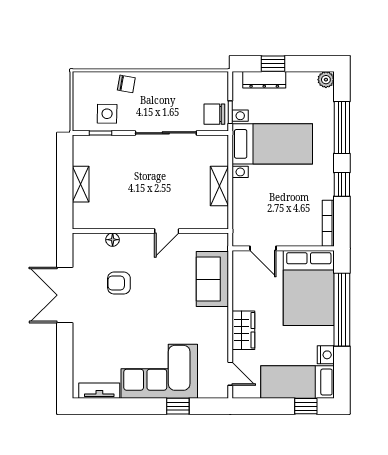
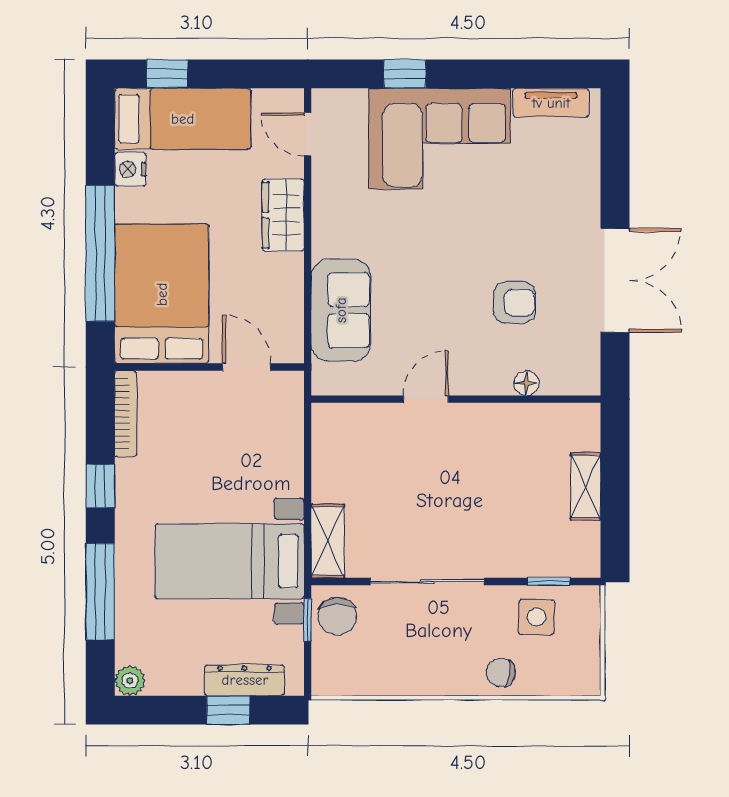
chair: (214, 114) -> (337, 616), turned 90
shelving: (219, 186) -> (328, 541), moved

